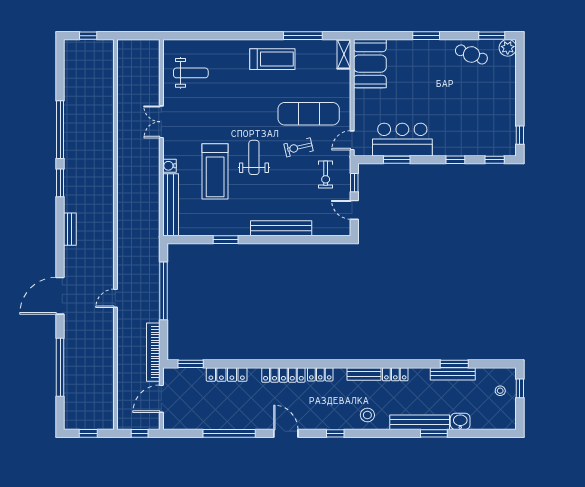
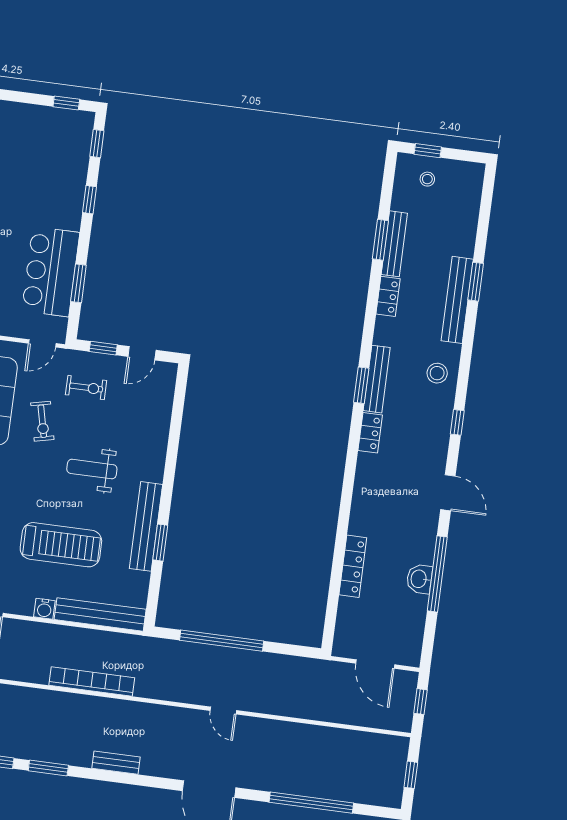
door: (352, 140) -> (42, 343), hinge flipped
weight bench: (254, 157) -> (92, 469), moved
bench: (281, 228) -> (146, 526), moved
bookcase: (153, 352) -> (92, 682), moved, turned 180
window: (191, 364) -> (361, 385), moved
bench: (364, 374) -> (377, 379), width x1.36
locker: (395, 374) -> (388, 296), moved
locker: (283, 375) -> (364, 485), removed
washbasin: (460, 421) -> (419, 579), moved
door: (286, 433) -> (448, 493), swing flipped

